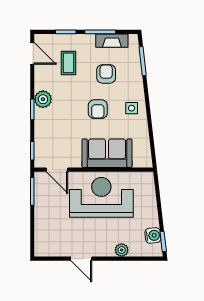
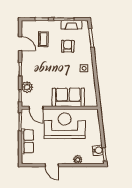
door: (32, 53) -> (20, 44), moved
plant: (43, 99) -> (27, 87), moved
armchair: (98, 109) -> (62, 69), removed
row of seats: (44, 222) -> (27, 141), added

